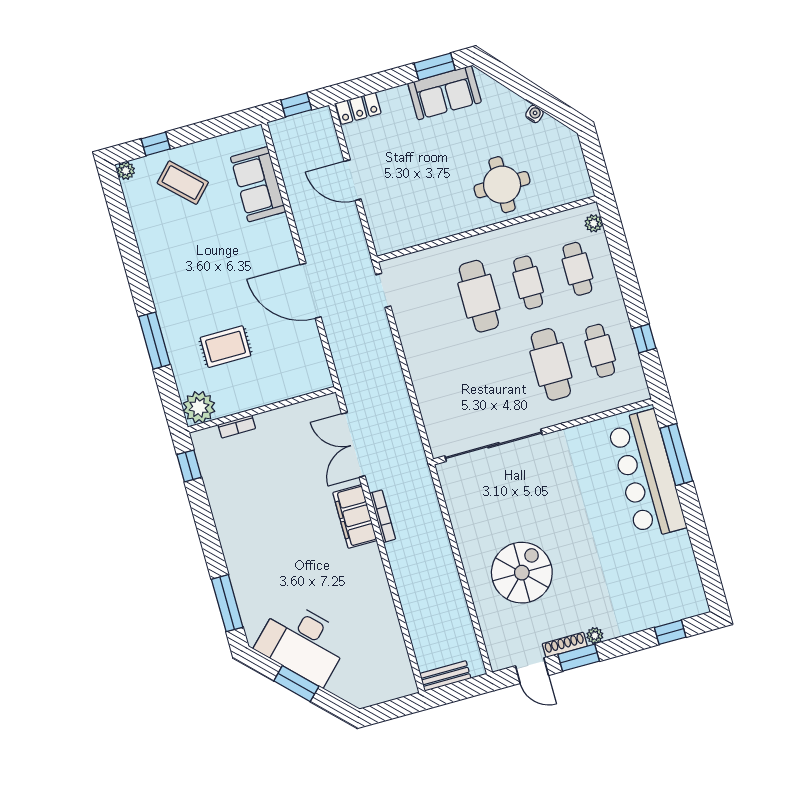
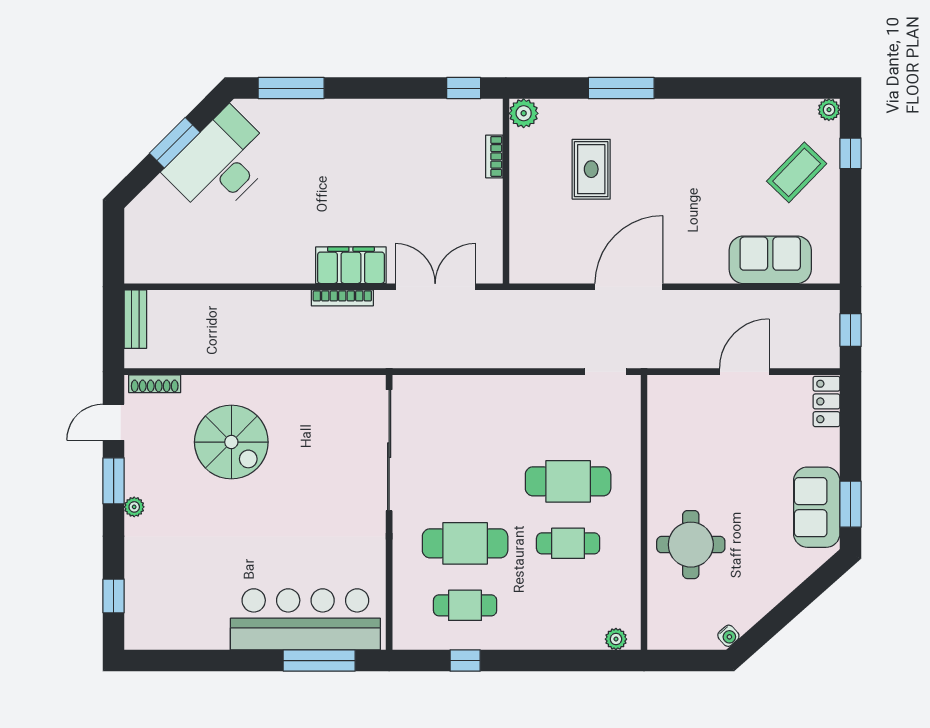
water cooler: (534, 114) -> (728, 636), moved
cafe table: (577, 269) -> (568, 605), removed
plant: (199, 407) -> (524, 113), width x0.73, depth x0.73
shoe rack: (565, 645) -> (155, 384), moved, turned 90

